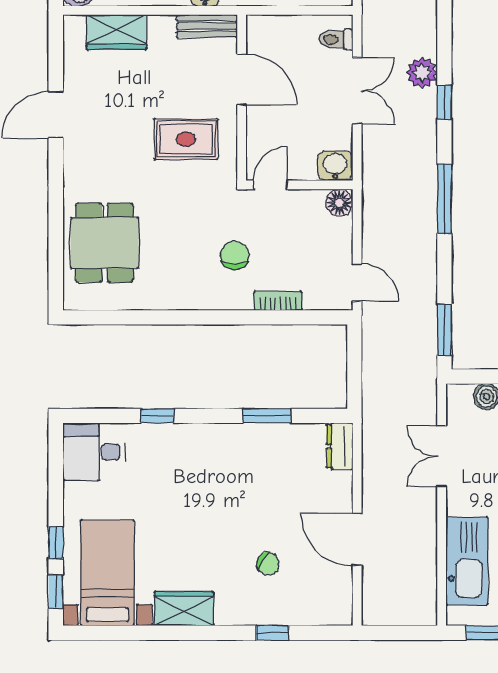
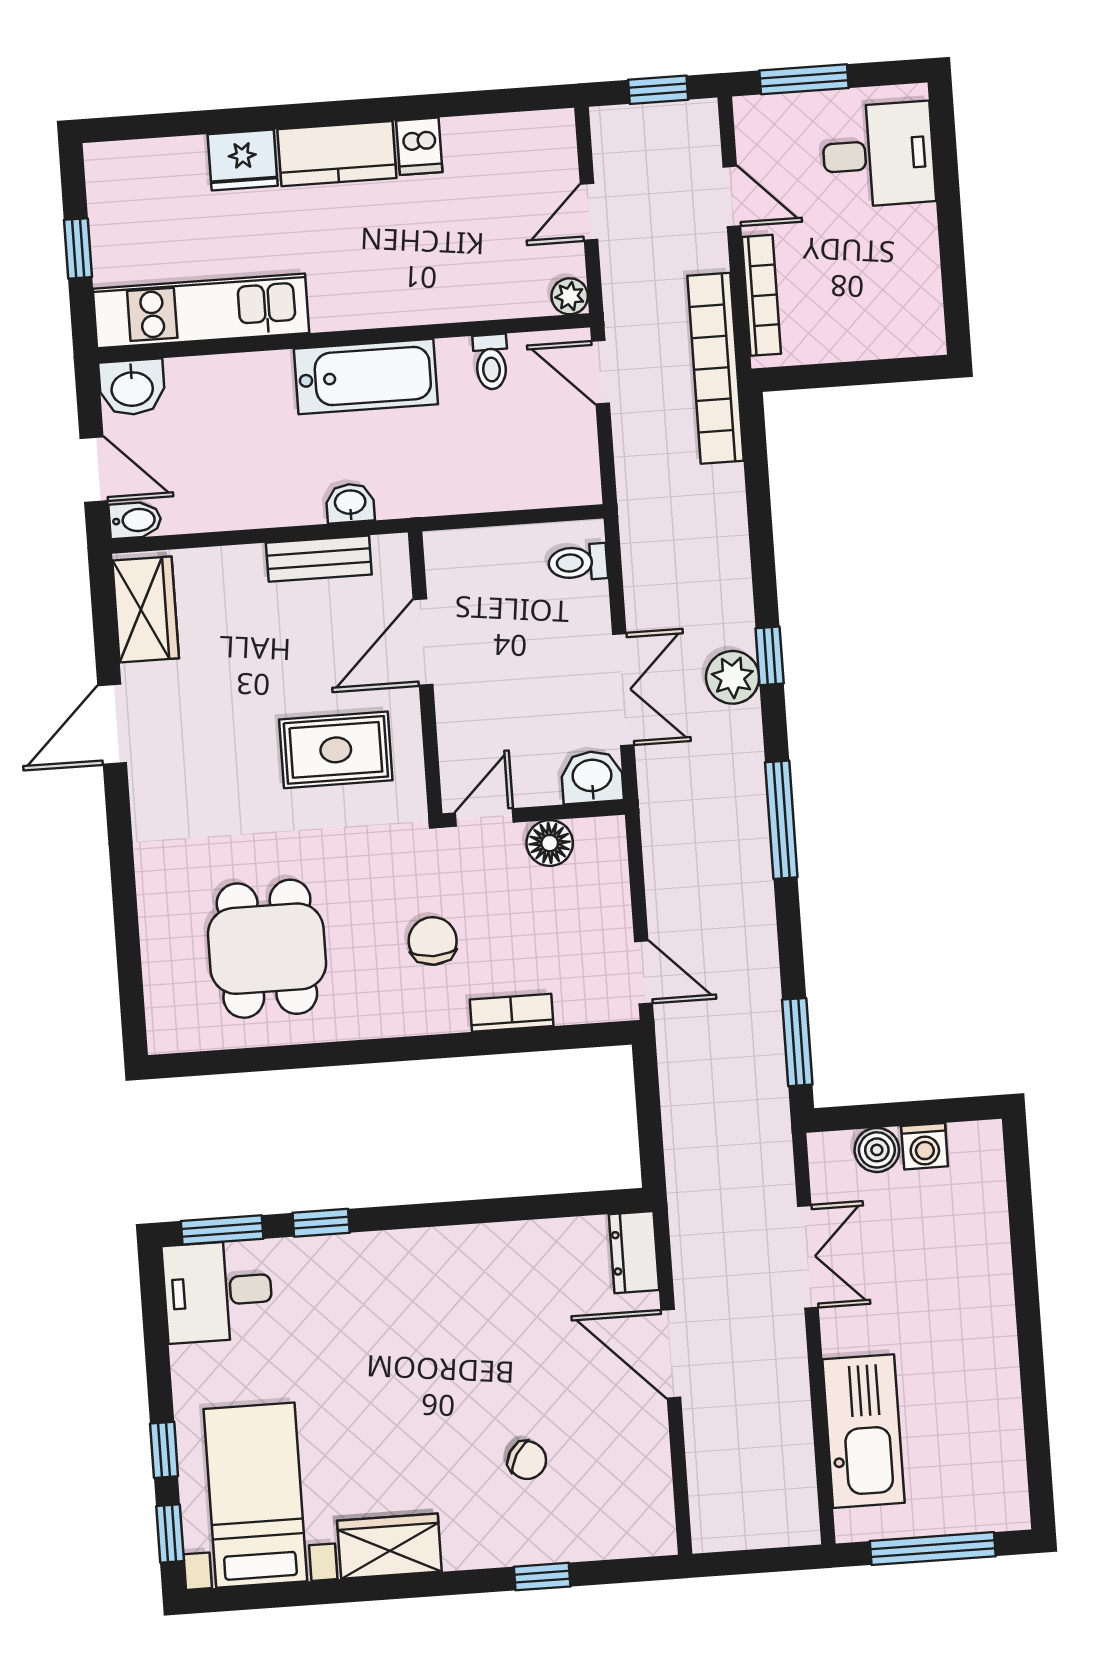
bench: (207, 26) -> (319, 559), moved
wardrobe: (117, 32) -> (146, 609), moved, turned -90
plant: (422, 73) -> (733, 677), moved
door: (242, 80) -> (423, 642), swing flipped
double door: (357, 91) -> (623, 690), moved
floor lamp: (339, 203) -> (550, 843), moved
dining table: (105, 243) -> (267, 949), moved
window: (267, 416) -> (222, 1230), moved
double door: (442, 456) -> (808, 1257), swing flipped
door: (357, 539) -> (671, 1354), moved

